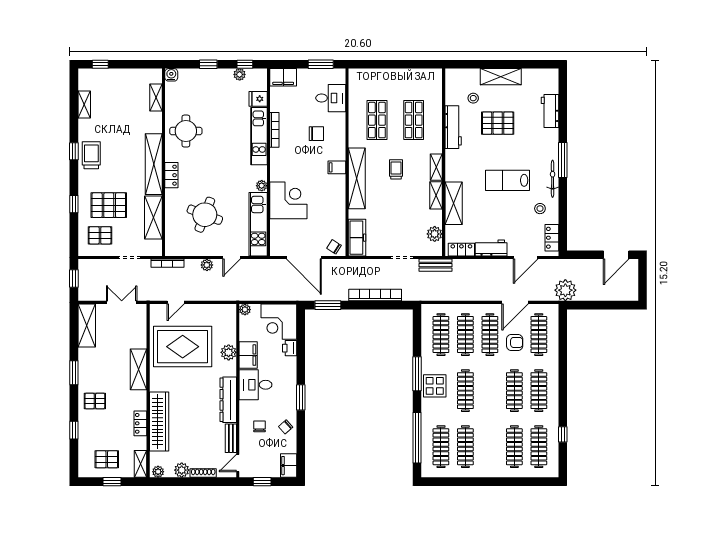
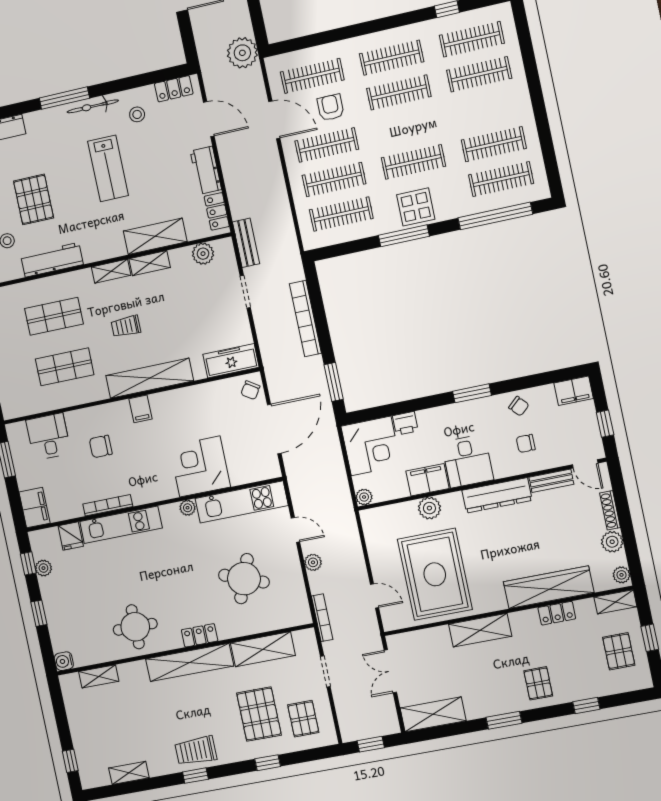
chair: (316, 134) -> (101, 446), turned -90

